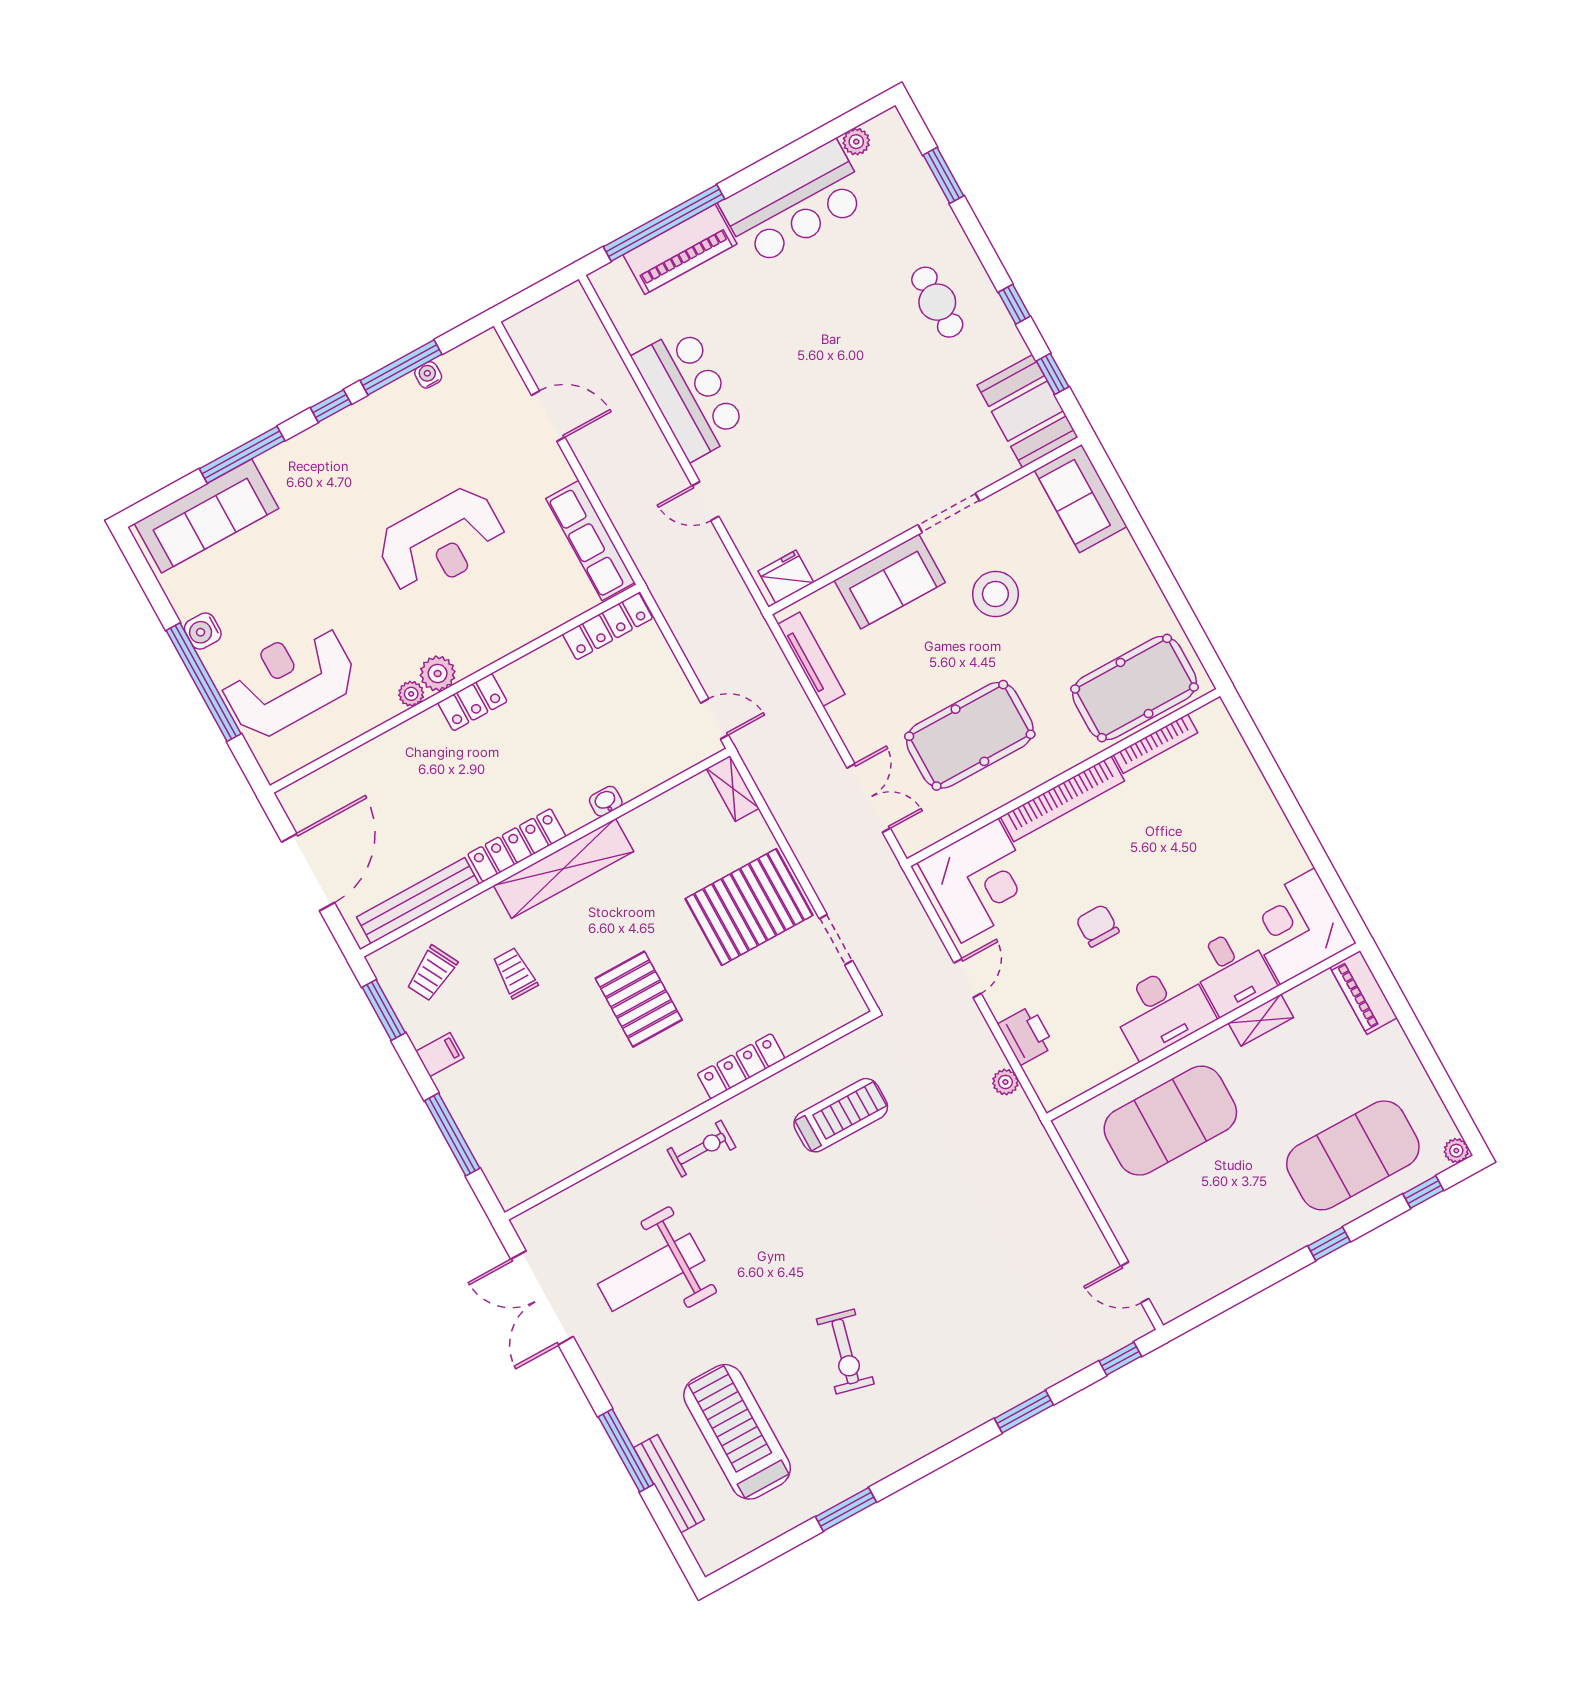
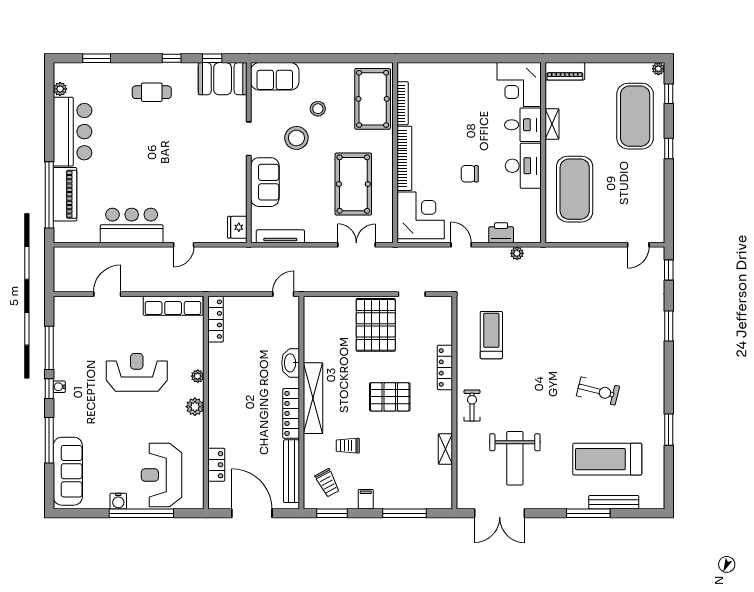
water cooler: (428, 375) -> (59, 387), moved
reception desk: (442, 541) -> (137, 372), turned -90
stool: (1066, 603) -> (318, 109), added
plant: (411, 694) -> (198, 376), moved
locker: (472, 702) -> (216, 465), moved
shelving: (733, 788) -> (445, 449), moved, turned 90
washbasin: (606, 801) -> (291, 363), width x1.91, depth x1.45

